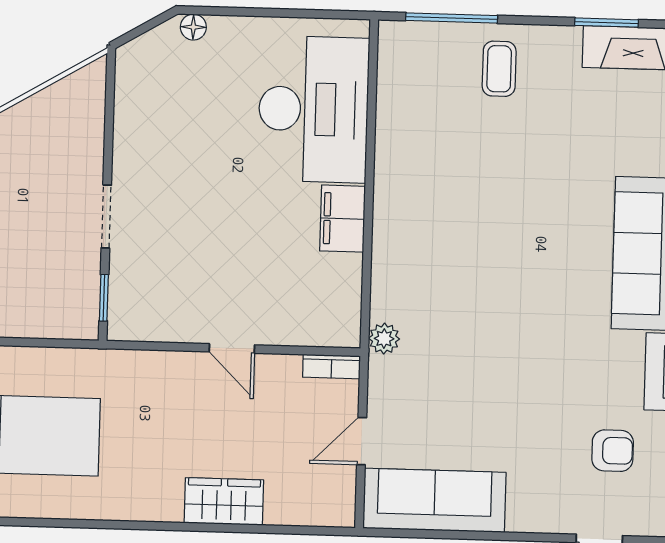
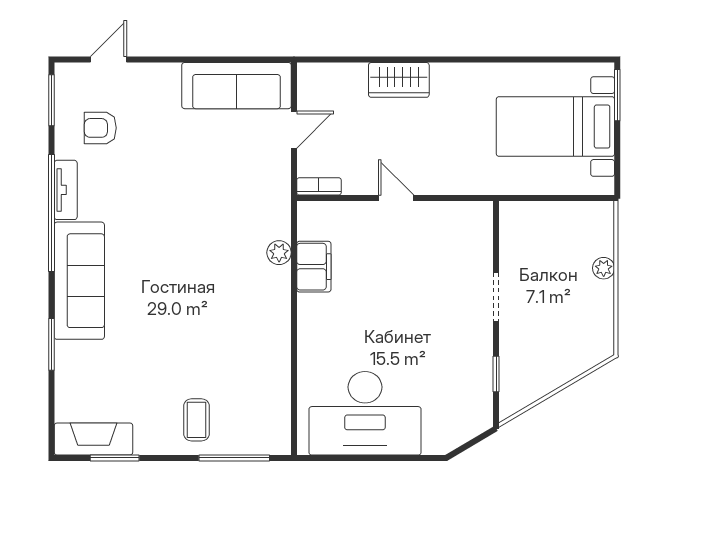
floor lamp: (193, 27) -> (433, 445), removed
desk: (313, 109) -> (365, 413), moved, turned -90
filing cabinet: (343, 219) -> (314, 267), moved
window: (104, 298) -> (496, 374), moved
plant: (384, 339) -> (279, 253), moved

